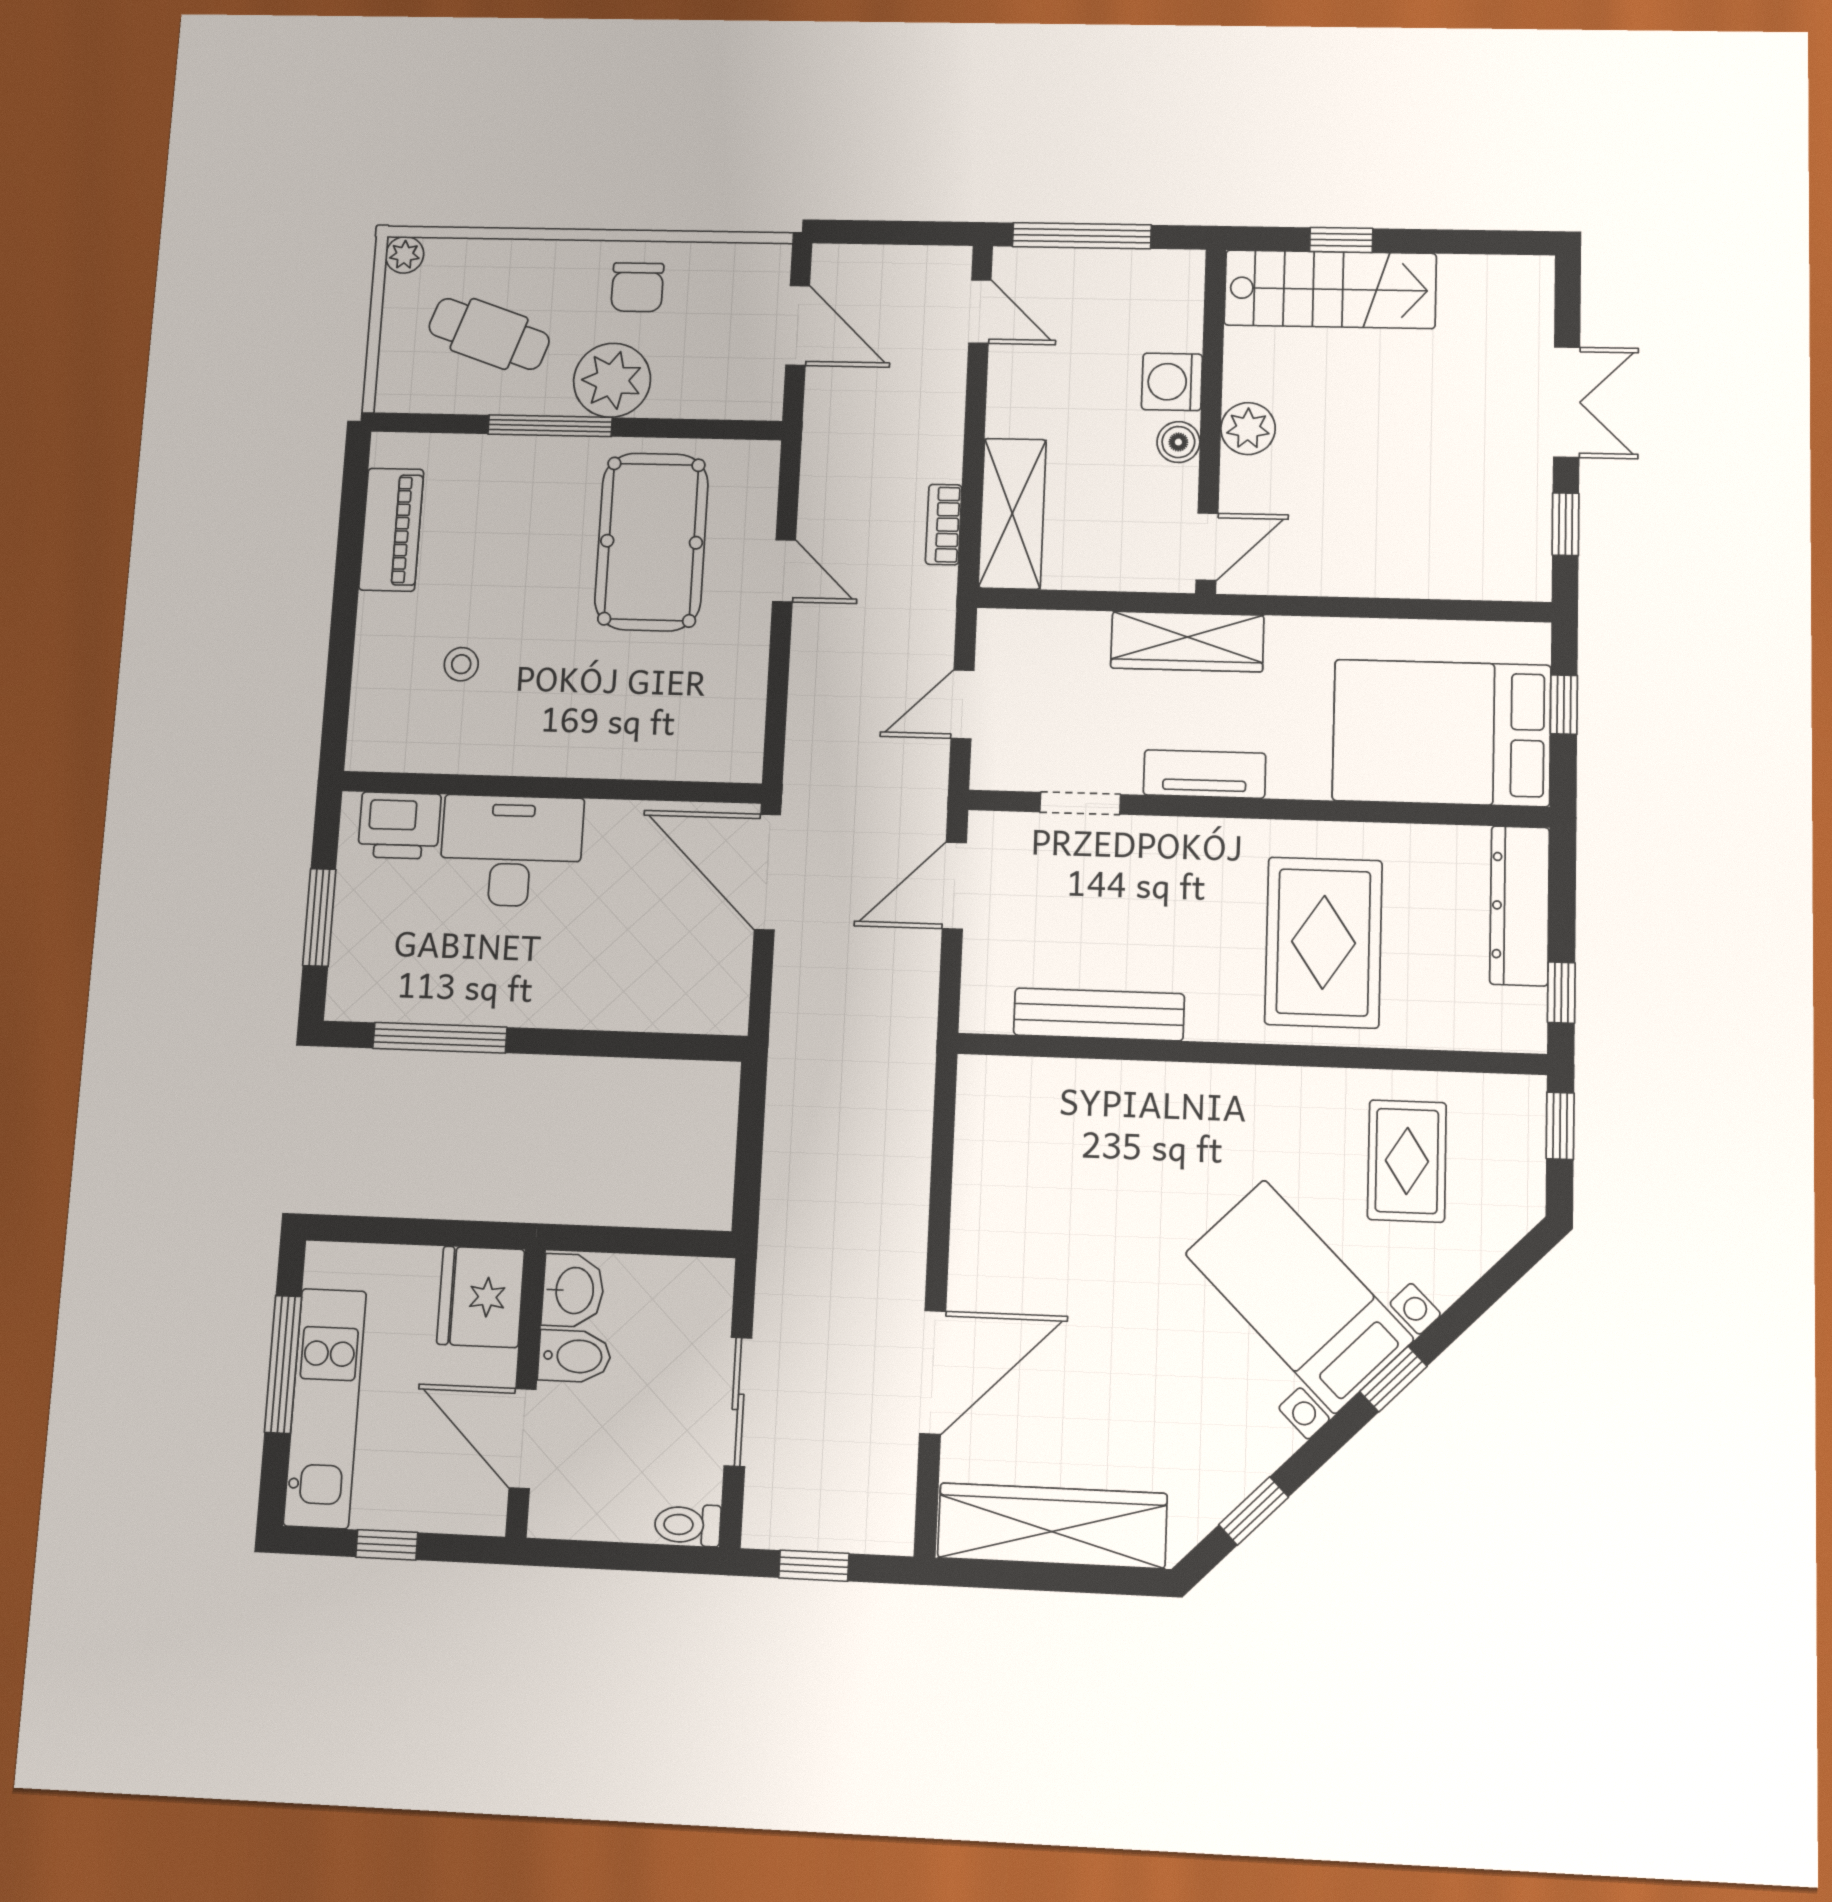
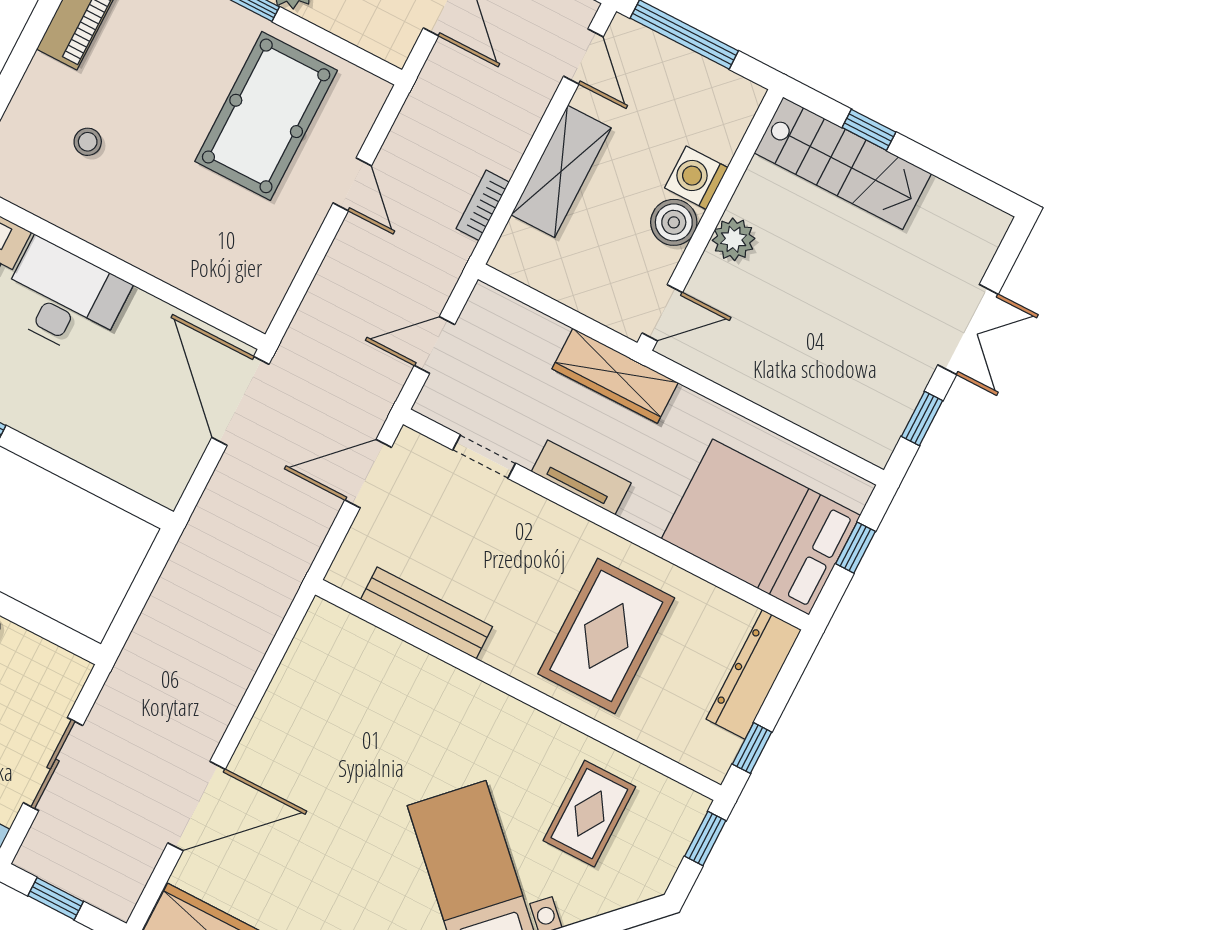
boiler: (1178, 442) -> (674, 222), width x1.36, depth x1.36
shelving: (1012, 514) -> (561, 171), moved

